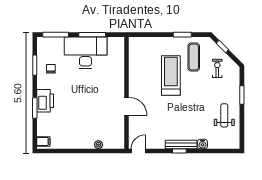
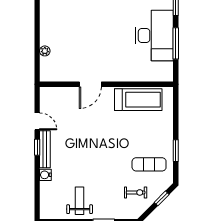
treadmill: (171, 75) -> (138, 100), moved
weight bench: (224, 115) -> (80, 201), turned -90
door: (138, 151) -> (37, 121), moved

